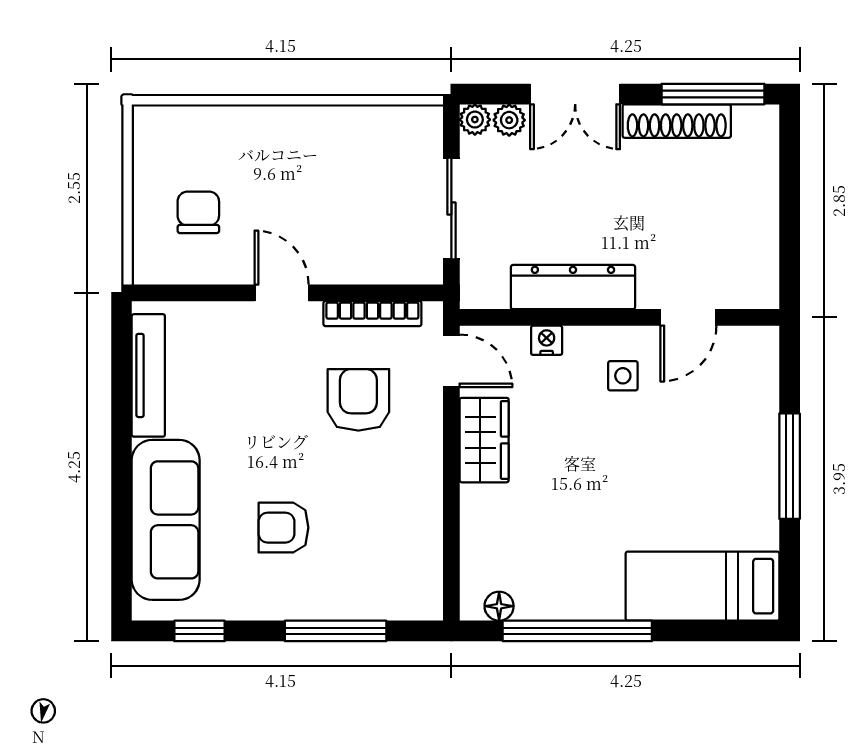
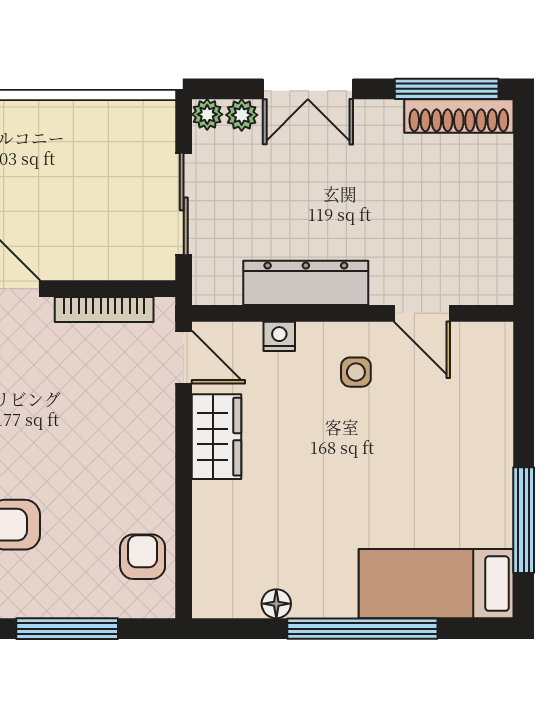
shoe rack: (677, 121) -> (459, 116), moved
door: (688, 317) -> (422, 313), hinge flipped
armchair: (358, 400) -> (143, 557), moved, width x0.72, depth x0.72
window: (790, 466) -> (524, 520), moved
floor lamp: (499, 606) -> (276, 604), moved
window: (577, 631) -> (362, 629), moved

